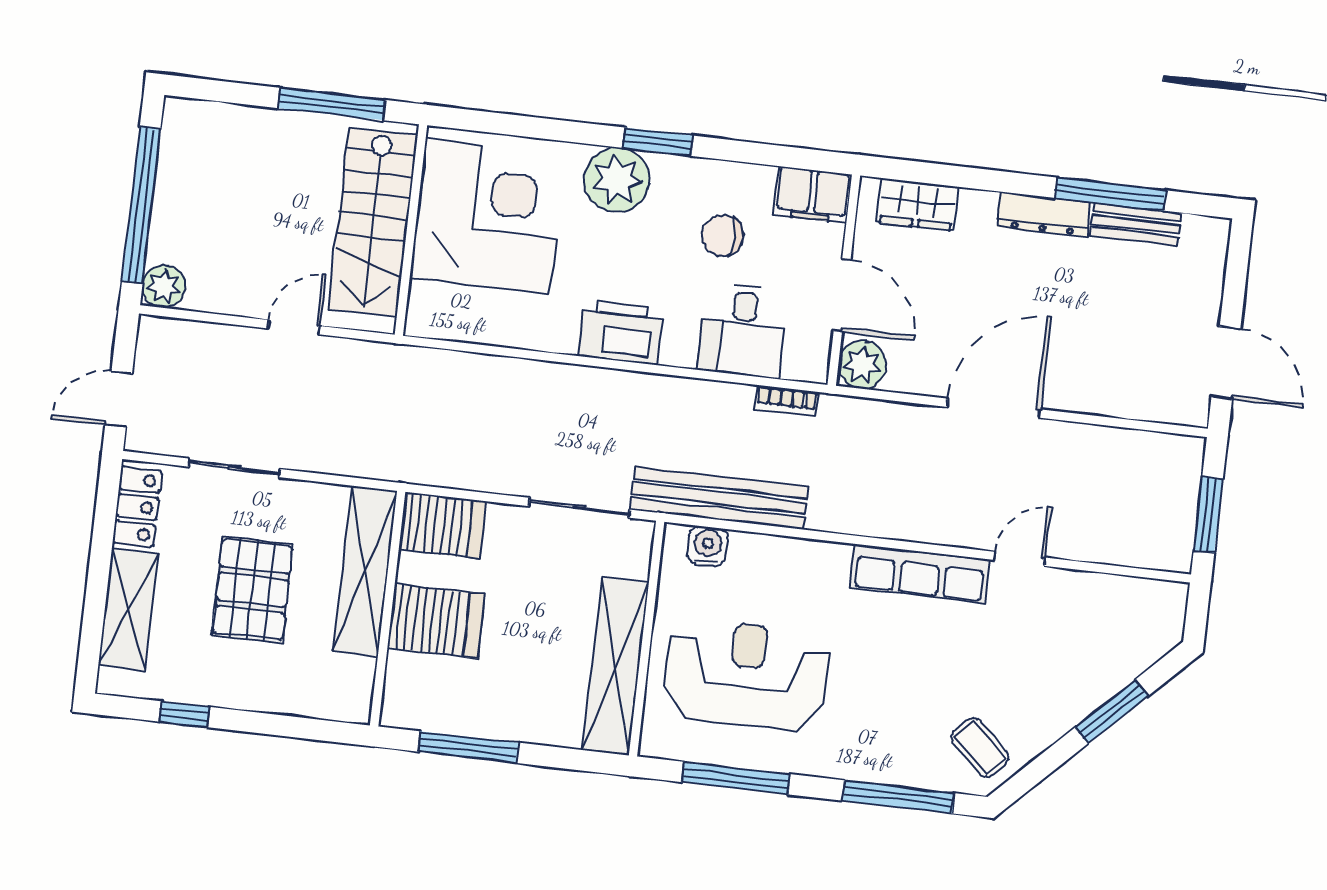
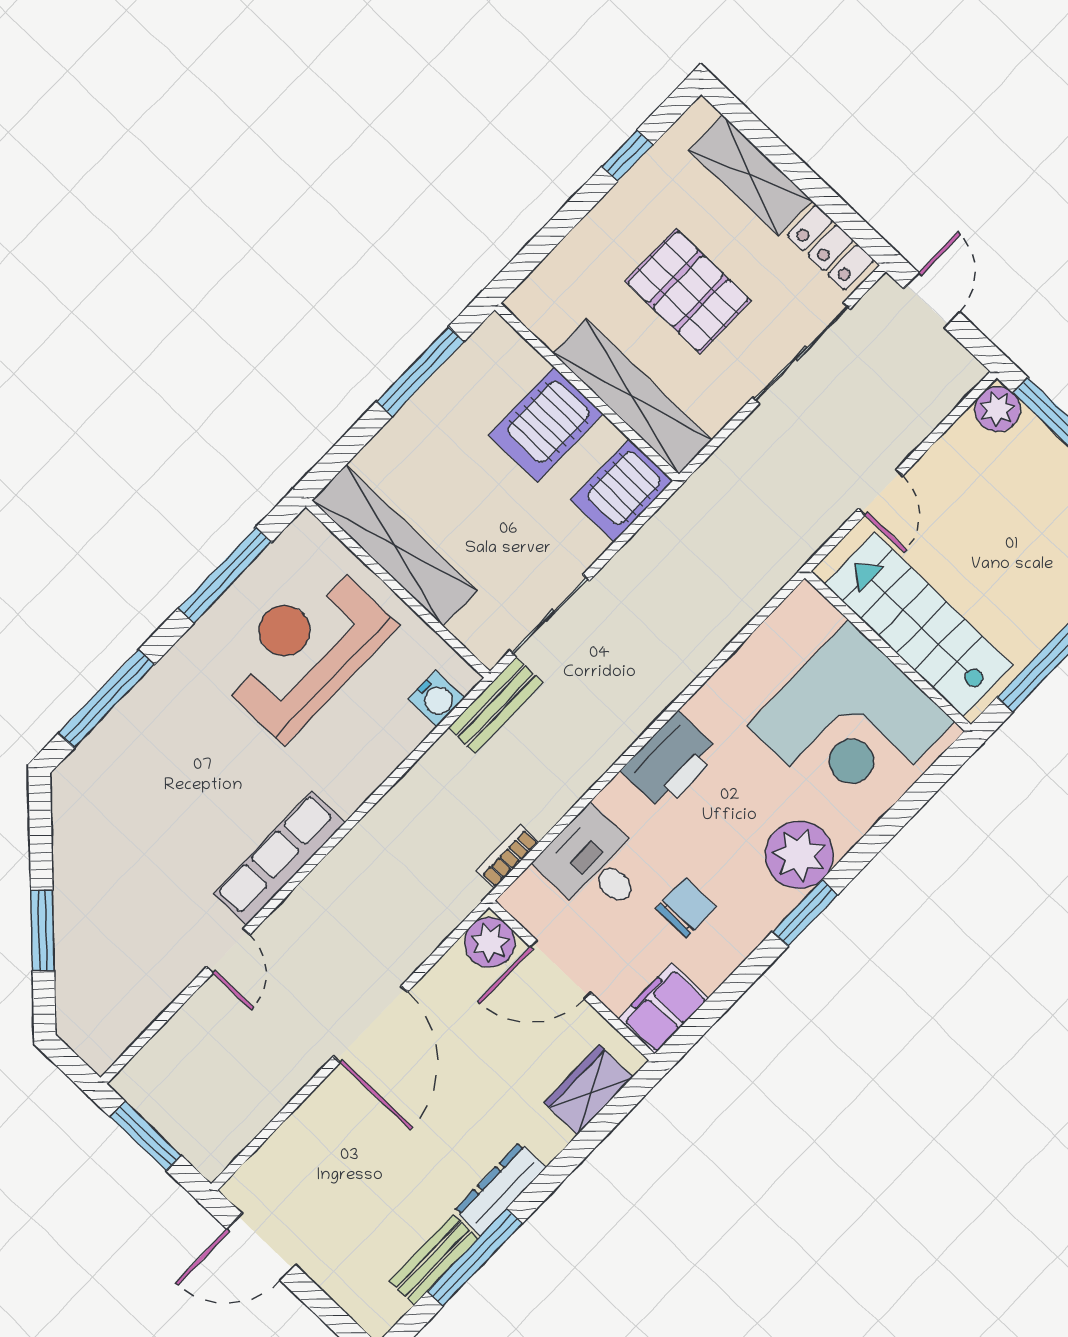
sliding door: (234, 468) -> (801, 353), width x1.37
bench: (719, 498) -> (496, 705), width x0.54, depth x0.82
reception desk: (747, 675) -> (304, 650), turned 180
coffee table: (980, 747) -> (96, 798), removed

